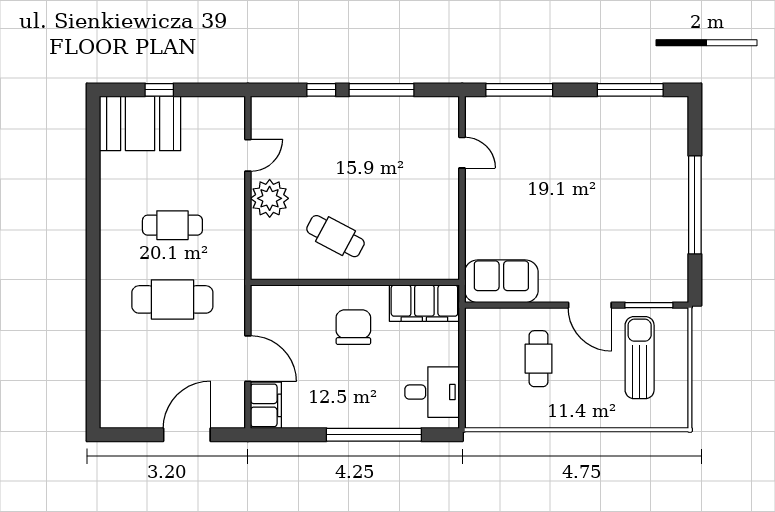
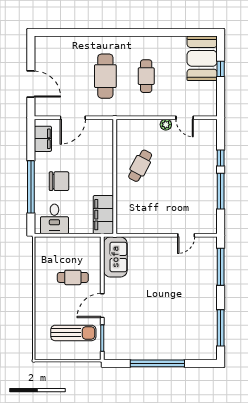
plant: (270, 198) -> (166, 125), width x0.53, depth x0.53
chair: (353, 327) -> (59, 181), moved
filing cabinet: (266, 405) -> (43, 139), moved, turned -90

